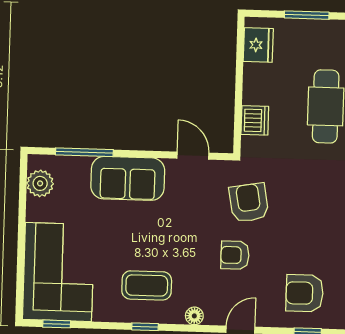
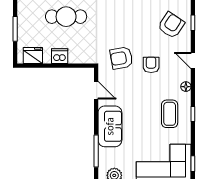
dishwasher: (255, 120) -> (60, 56), moved
door: (193, 156) -> (96, 90), swing flipped
armchair: (235, 255) -> (151, 65), turned 180
armchair: (304, 293) -> (171, 25), turned -146

